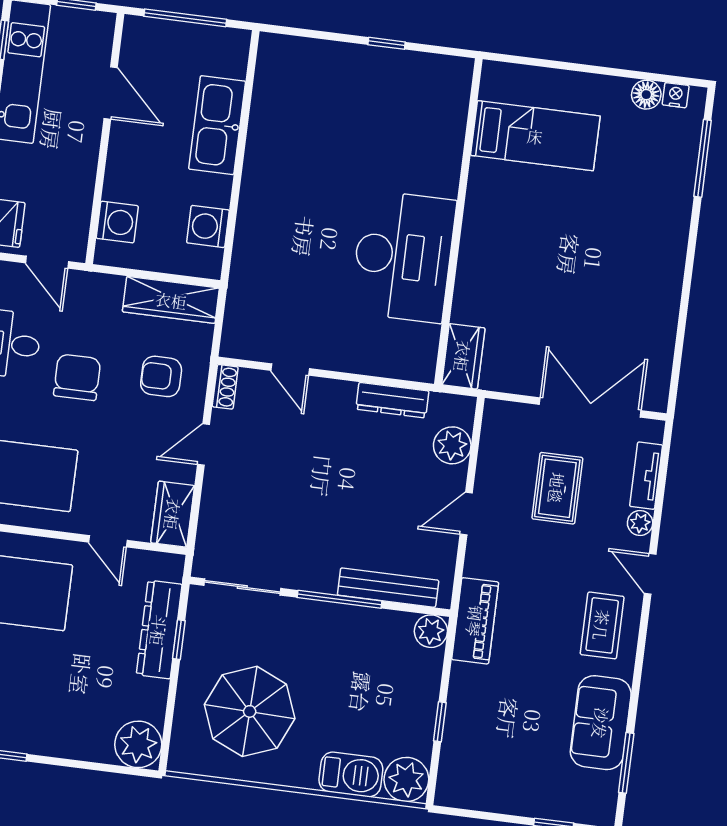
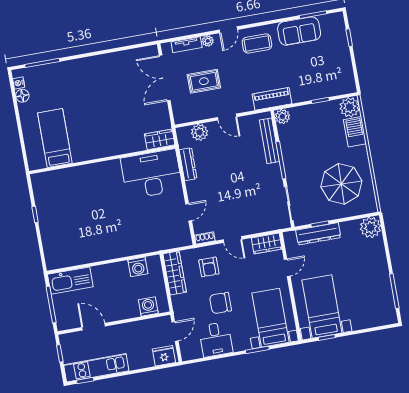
door: (111, 93) -> (94, 327), hinge flipped
kitchen sink: (217, 125) -> (70, 281), moved
desk: (403, 256) -> (151, 174), moved

